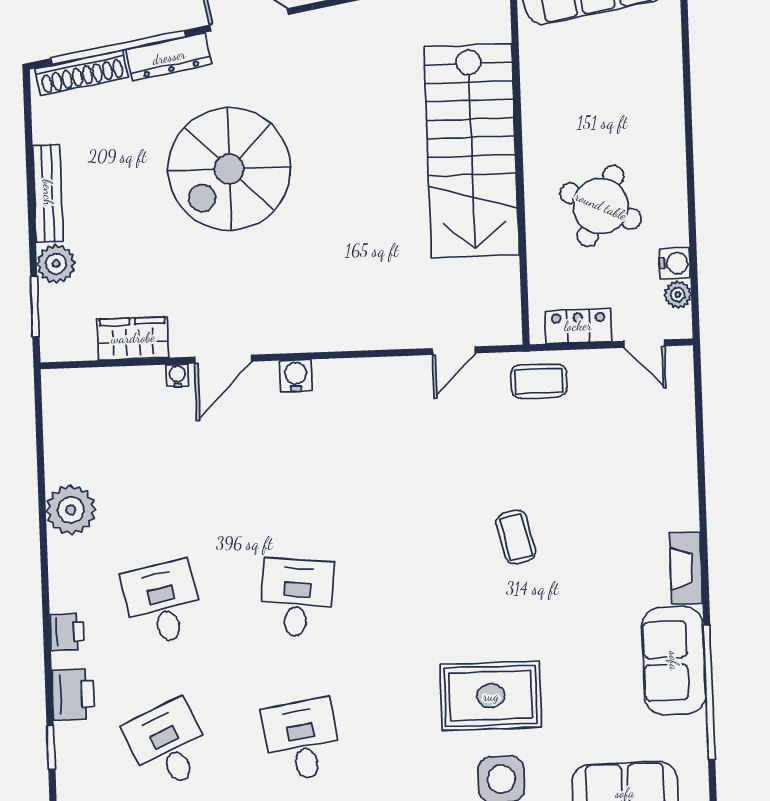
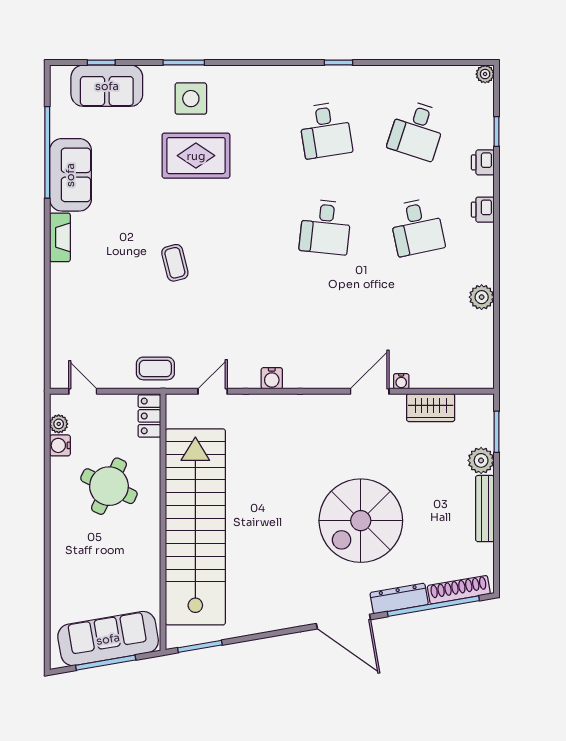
stairs: (472, 151) -> (195, 527), width x1.36
spiral stairs: (229, 169) -> (361, 521), turned 180
locker: (578, 326) -> (149, 416), moved, turned 90
water cooler: (296, 376) -> (272, 378), moved
plant: (71, 510) -> (482, 297), width x0.73, depth x0.73
printer: (73, 694) -> (483, 162), width x0.73, depth x0.81
desk: (168, 745) -> (417, 130), turned 42

